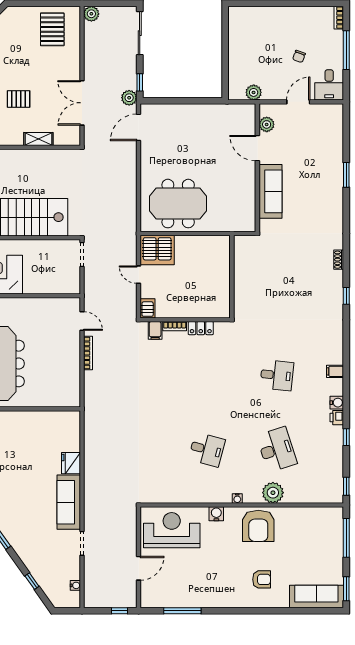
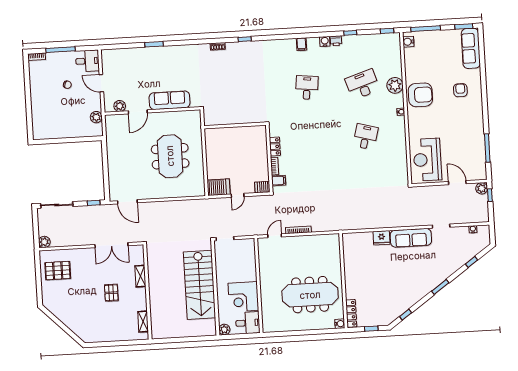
plant: (129, 98) -> (482, 188), moved
meeting table: (178, 204) -> (170, 156), moved
server rack: (157, 250) -> (219, 187), width x0.63
water cooler: (216, 514) -> (408, 42), moved

